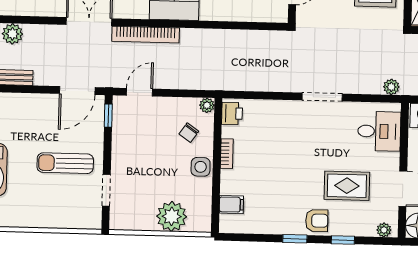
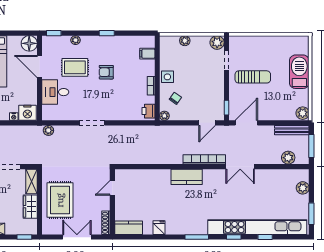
desk: (379, 131) -> (55, 92), moved
plant: (172, 216) -> (185, 41), width x0.53, depth x0.53
plant: (120, 219) -> (217, 42), added
armchair: (317, 221) -> (106, 72), moved
plant: (384, 230) -> (76, 40), moved
window: (343, 240) -> (54, 33), moved

